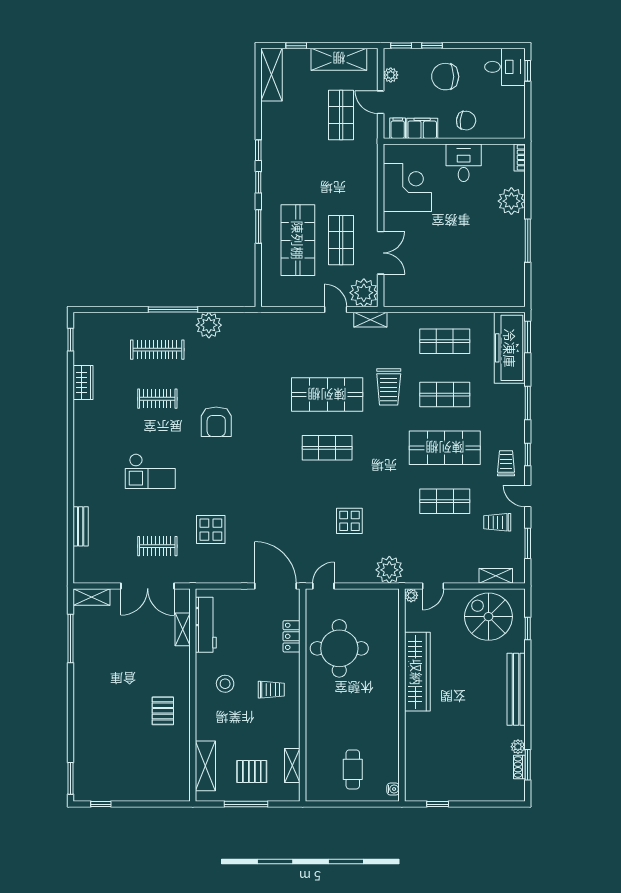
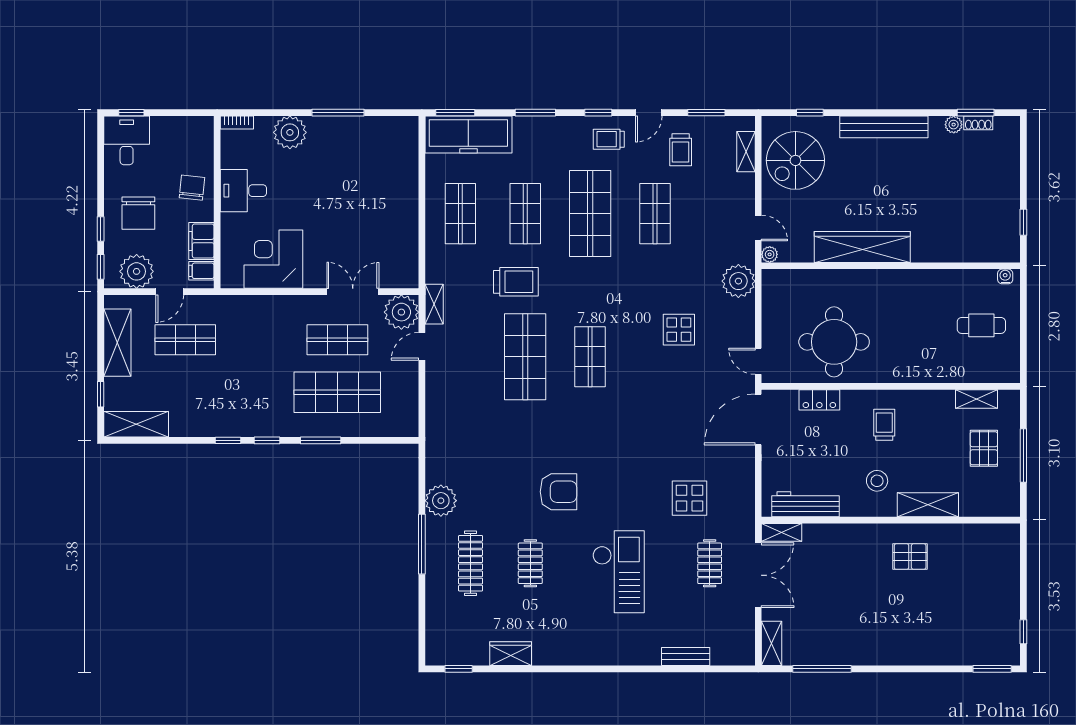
plant: (391, 75) -> (137, 271), width x1.88, depth x1.88
checkout: (150, 471) -> (619, 572), width x1.36, depth x1.21
shelving: (183, 629) -> (782, 532), moved
shelving: (205, 766) -> (928, 505), moved

